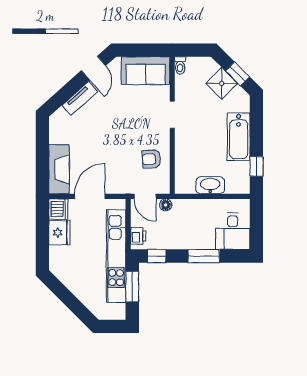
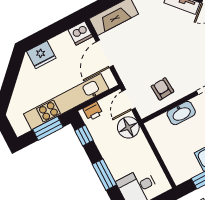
washbasin: (210, 185) -> (181, 113), moved, turned 90
door: (90, 196) -> (105, 54), swing flipped
floor lamp: (166, 205) -> (128, 127), width x1.89, depth x1.89
fridge: (59, 233) -> (41, 55), moved

